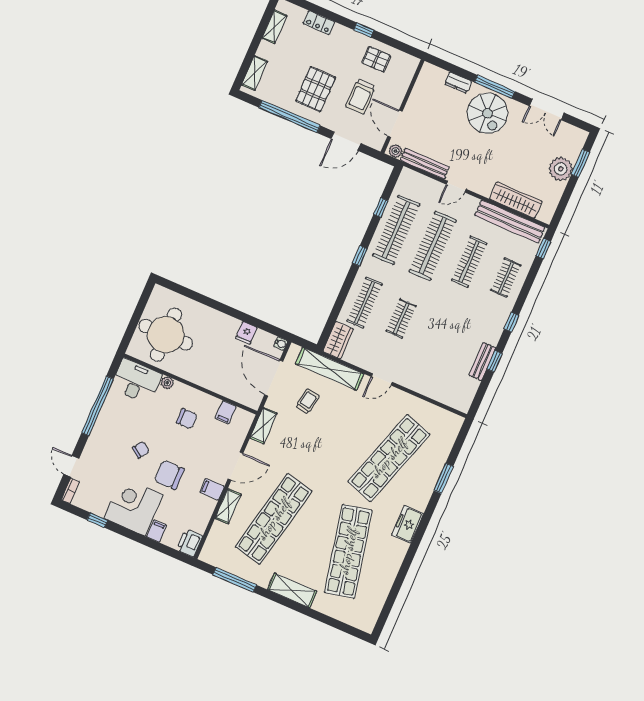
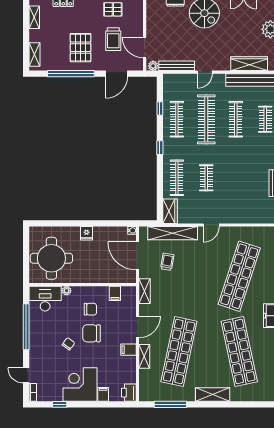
clothes rail: (396, 230) -> (177, 119), width x0.73, depth x0.76
fridge: (246, 333) -> (87, 233), moved
chair: (169, 475) -> (91, 333), moved

